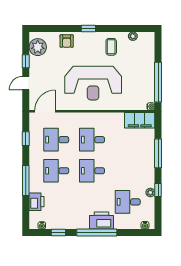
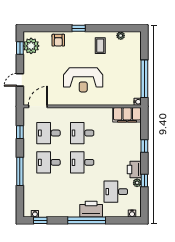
window: (26, 61) -> (20, 48), moved
reception desk: (93, 83) -> (83, 80), width x0.74, depth x0.77
window: (158, 153) -> (144, 146), width x0.46
printer: (37, 202) -> (134, 169), moved, turned 180
window: (58, 232) -> (40, 220), moved

